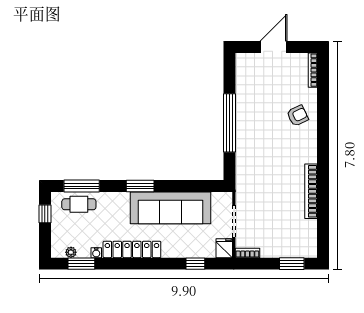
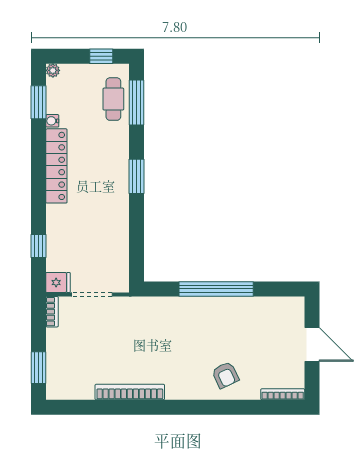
sofa: (171, 208) -> (109, 215), removed
plant: (71, 252) -> (53, 70), moved

